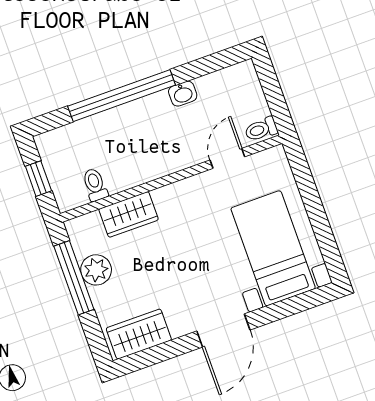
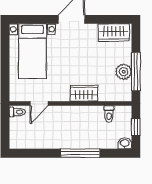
washbasin: (183, 94) -> (125, 143), moved
window: (122, 96) -> (80, 153), width x0.68
wardrobe: (129, 214) -> (84, 93), moved

